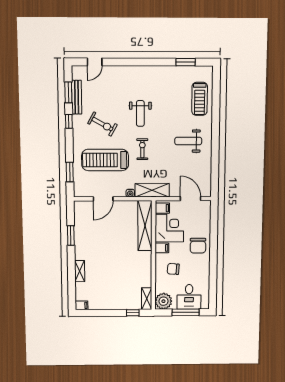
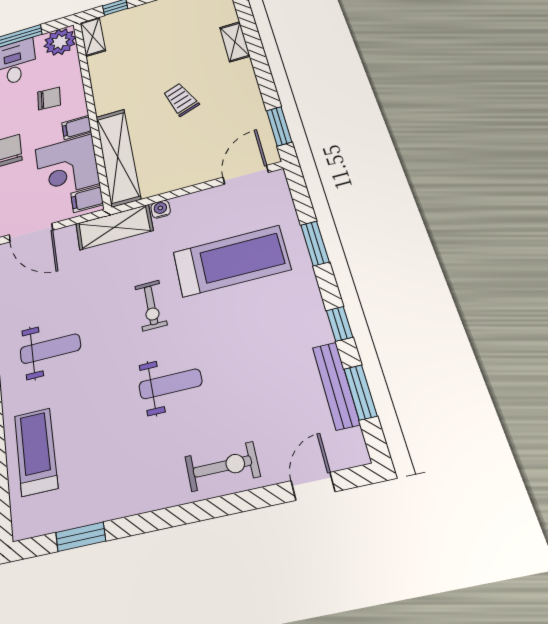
weight bench: (140, 113) -> (170, 384), turned 90
exercise bike: (102, 124) -> (222, 466), moved, turned 151
window: (70, 172) -> (315, 243), moved
door: (103, 199) -> (246, 175), moved
window: (71, 236) -> (279, 126), moved
trolley: (111, 247) -> (181, 99), added

